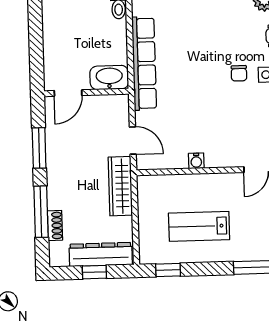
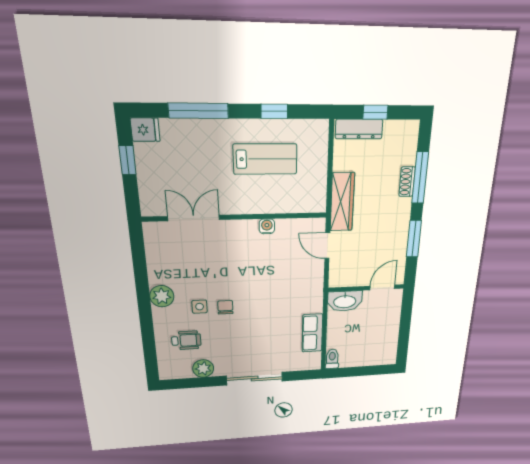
row of seats: (144, 63) -> (312, 333), width x0.50
shoe rack: (55, 226) -> (407, 182), moved
dresser: (101, 254) -> (359, 129), width x0.73, depth x0.80
window: (168, 270) -> (274, 111), moved

